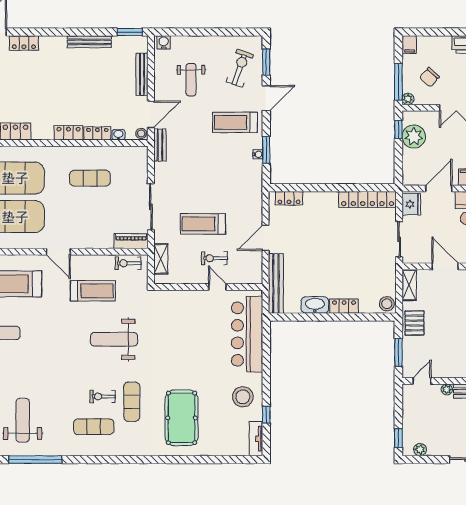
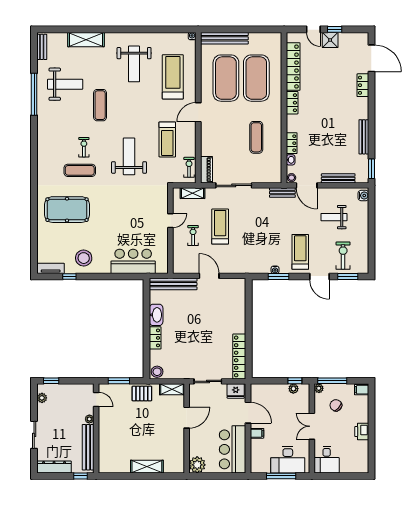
exercise bike: (240, 68) -> (343, 256), turned -109
locker: (68, 133) -> (292, 103), moved
plant: (414, 136) -> (293, 389), width x0.53, depth x0.53
locker: (289, 198) -> (240, 294), removed
door: (217, 287) -> (170, 221), moved
bar counter: (247, 334) -> (133, 261), width x0.73
exercise mat: (94, 427) -> (100, 105), moved

